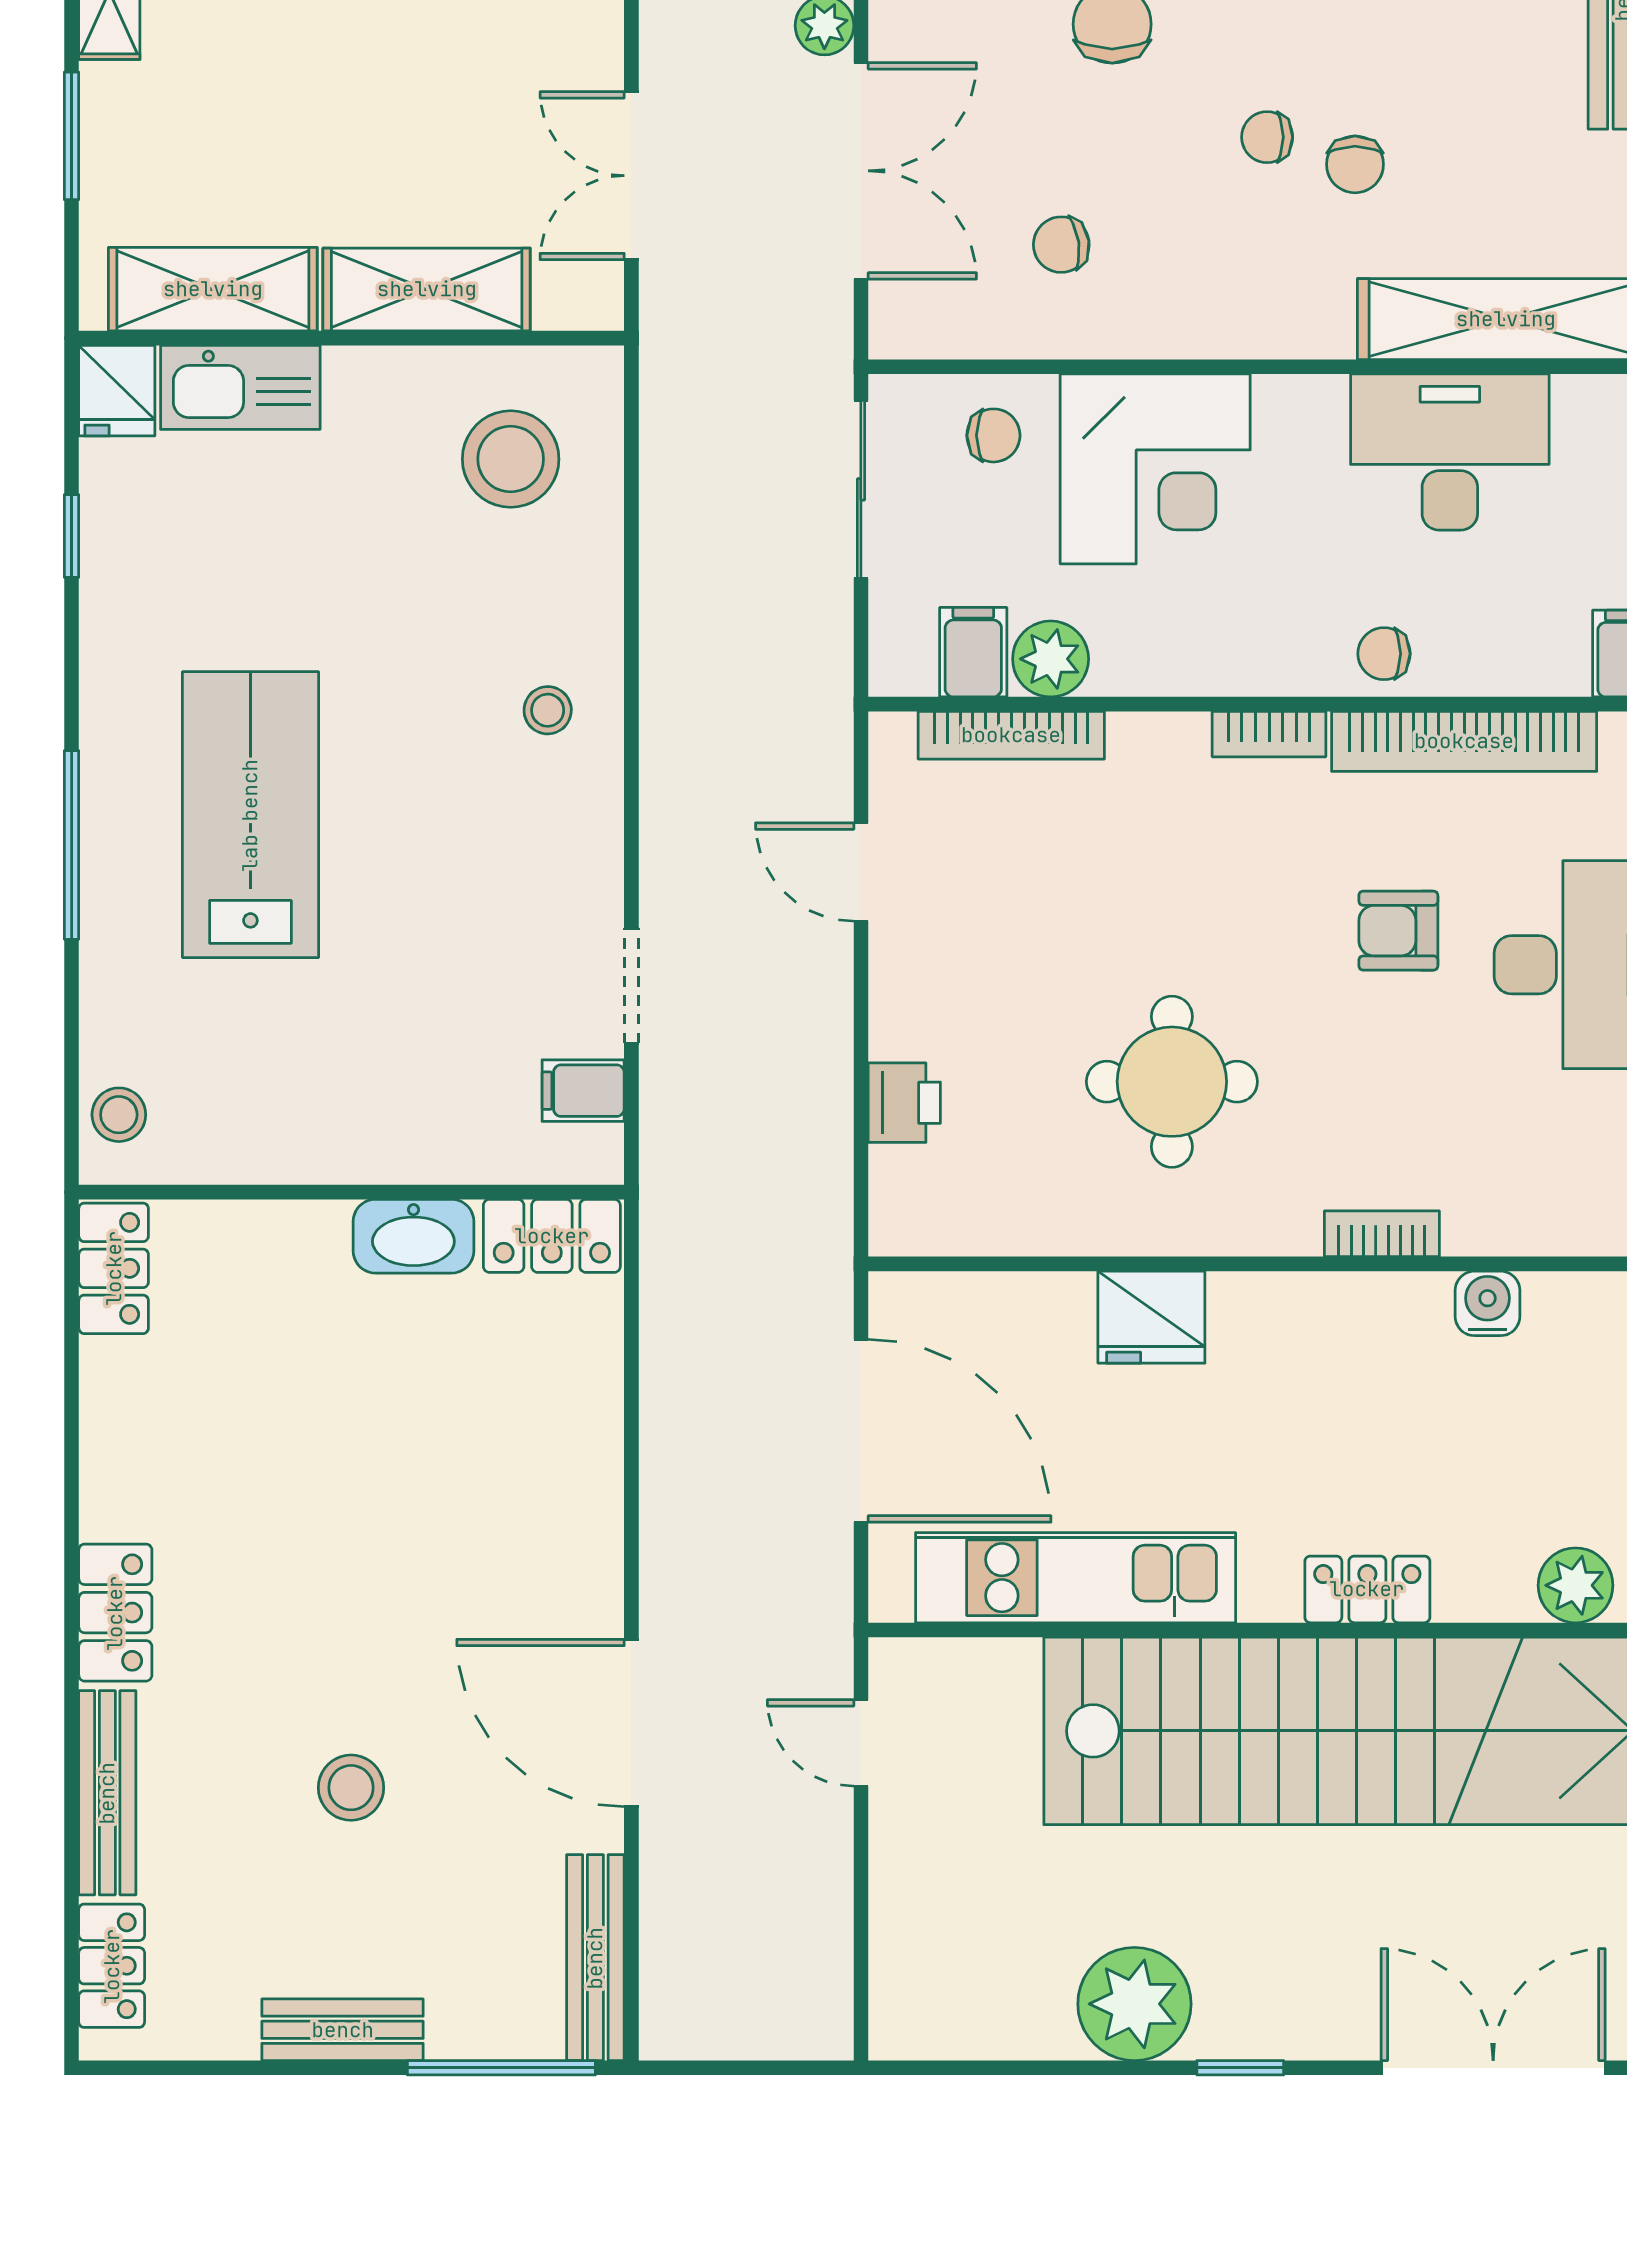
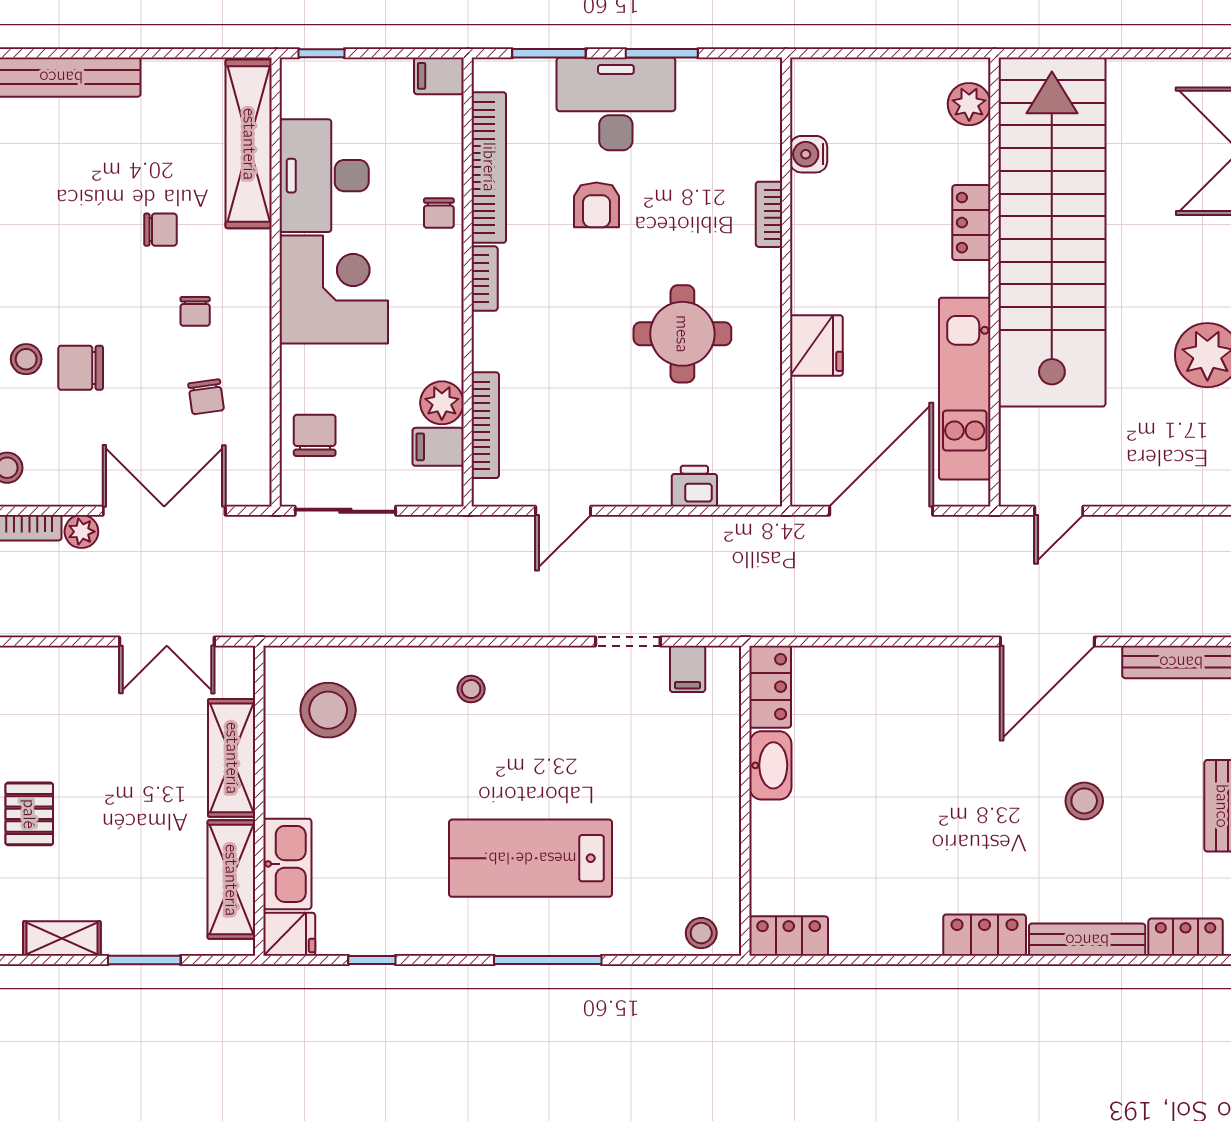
chair: (1267, 137) -> (195, 311), moved
chair: (993, 435) -> (315, 435), width x1.37, depth x1.37
corner desk: (1155, 469) -> (334, 289), moved

